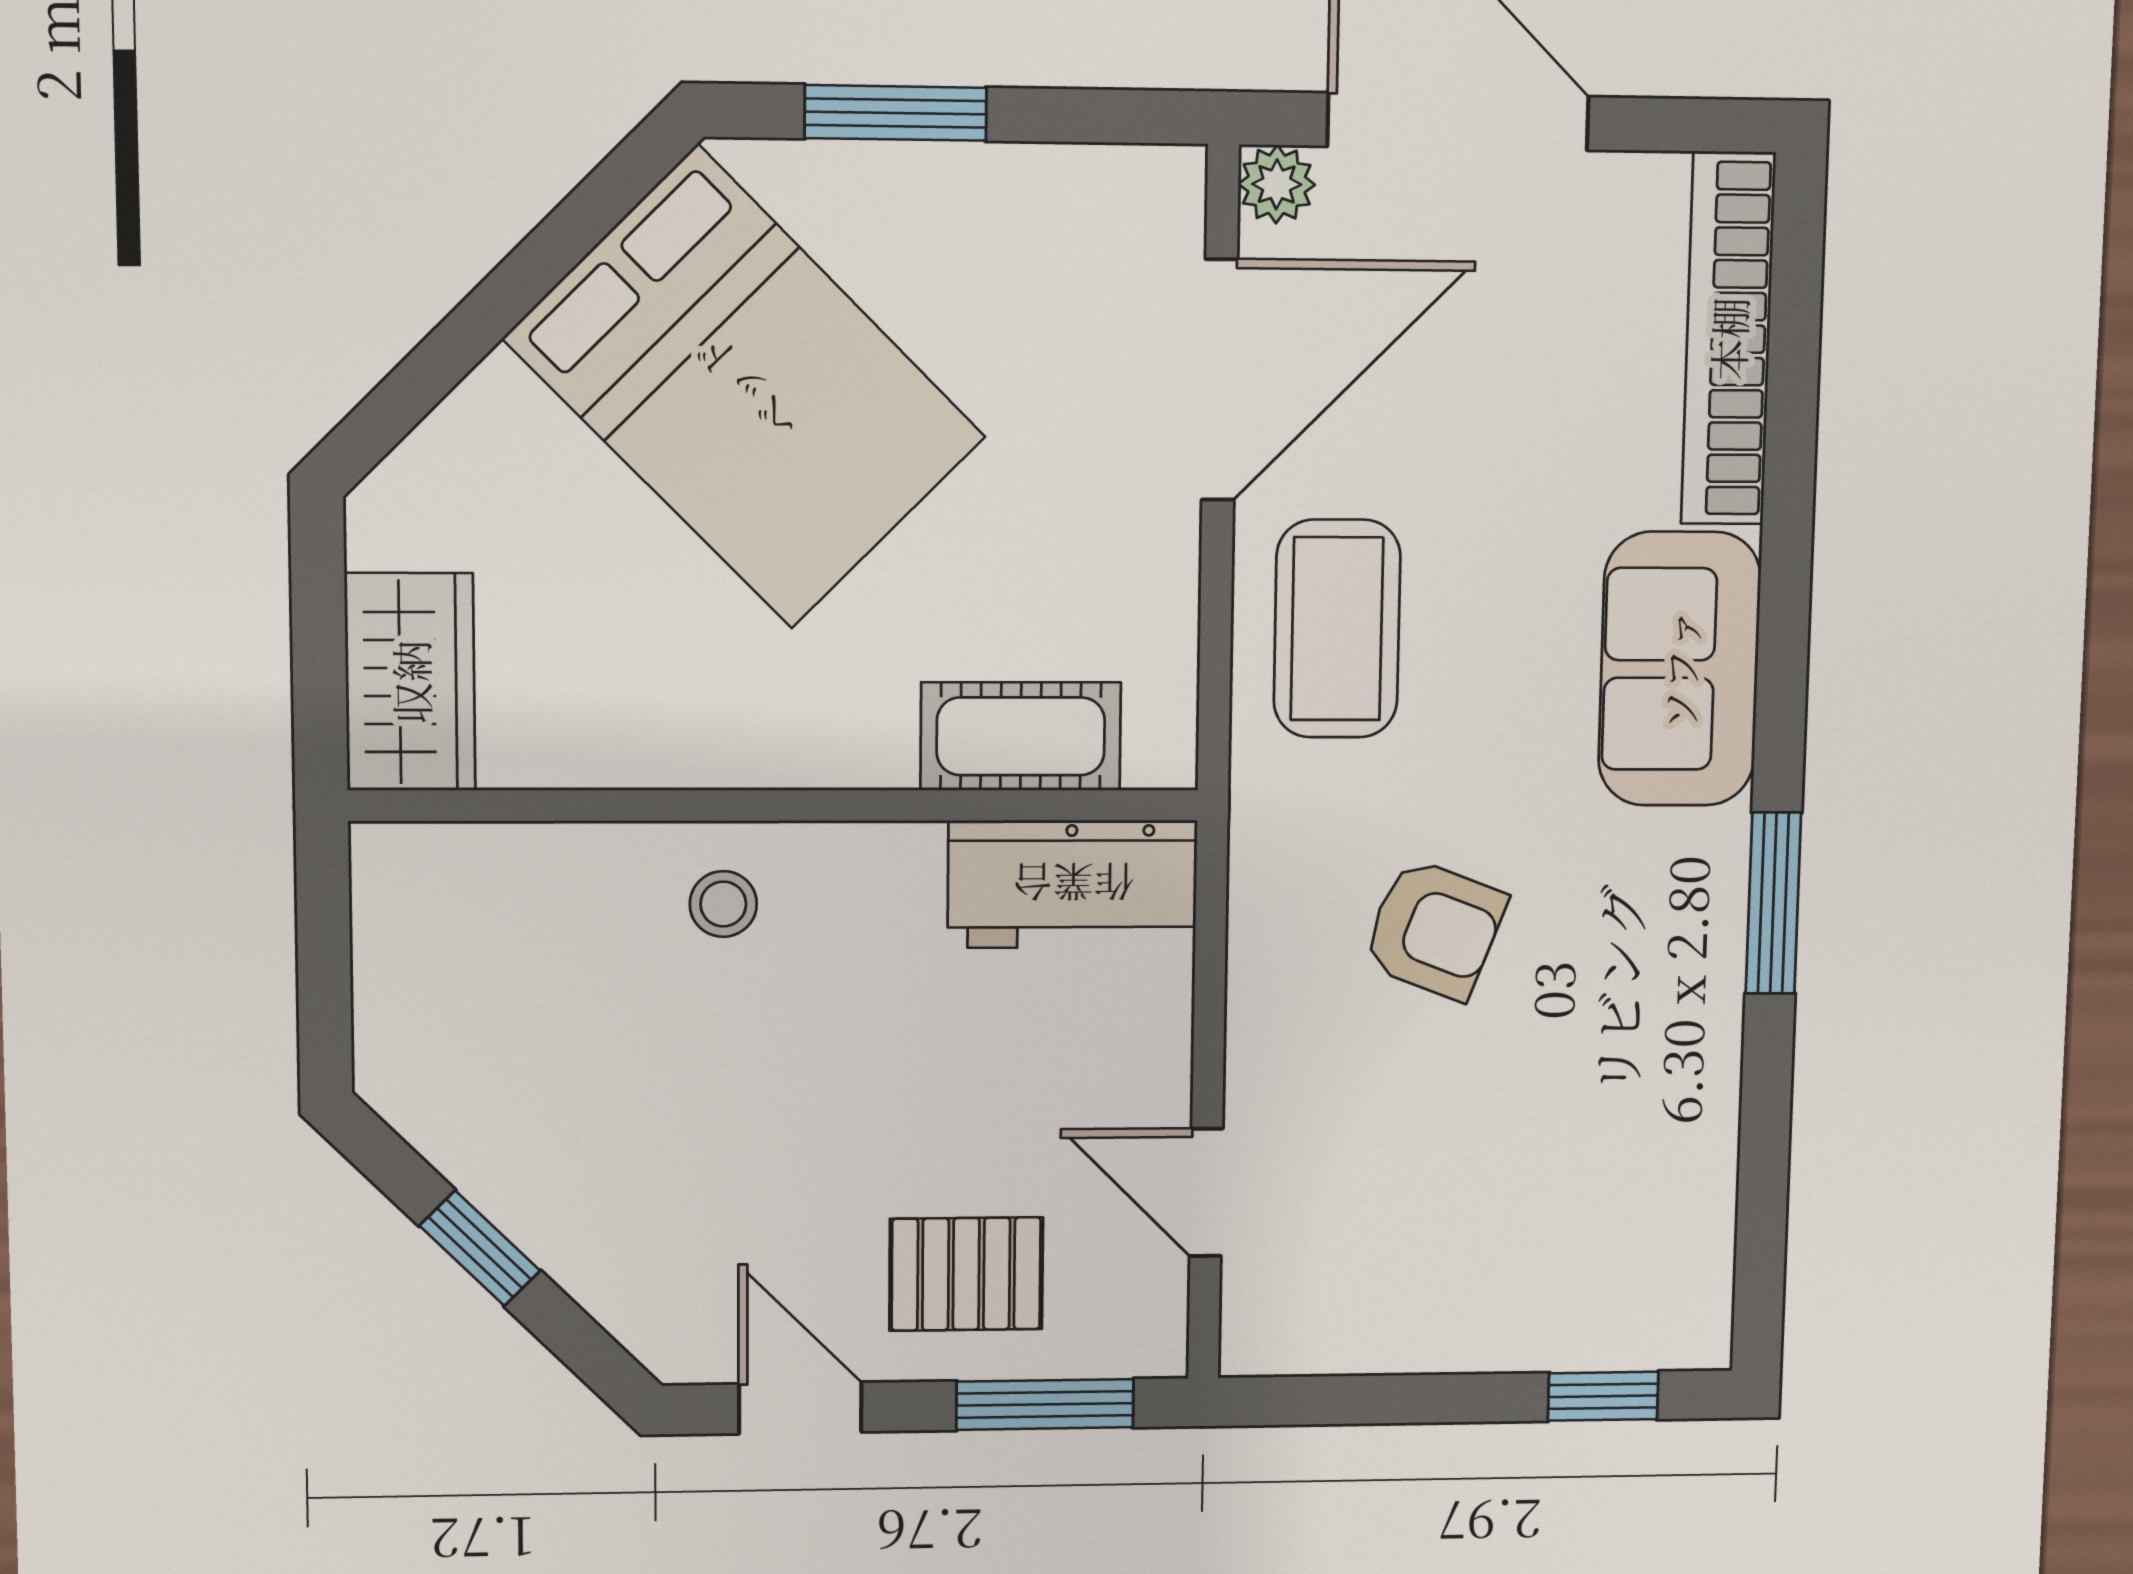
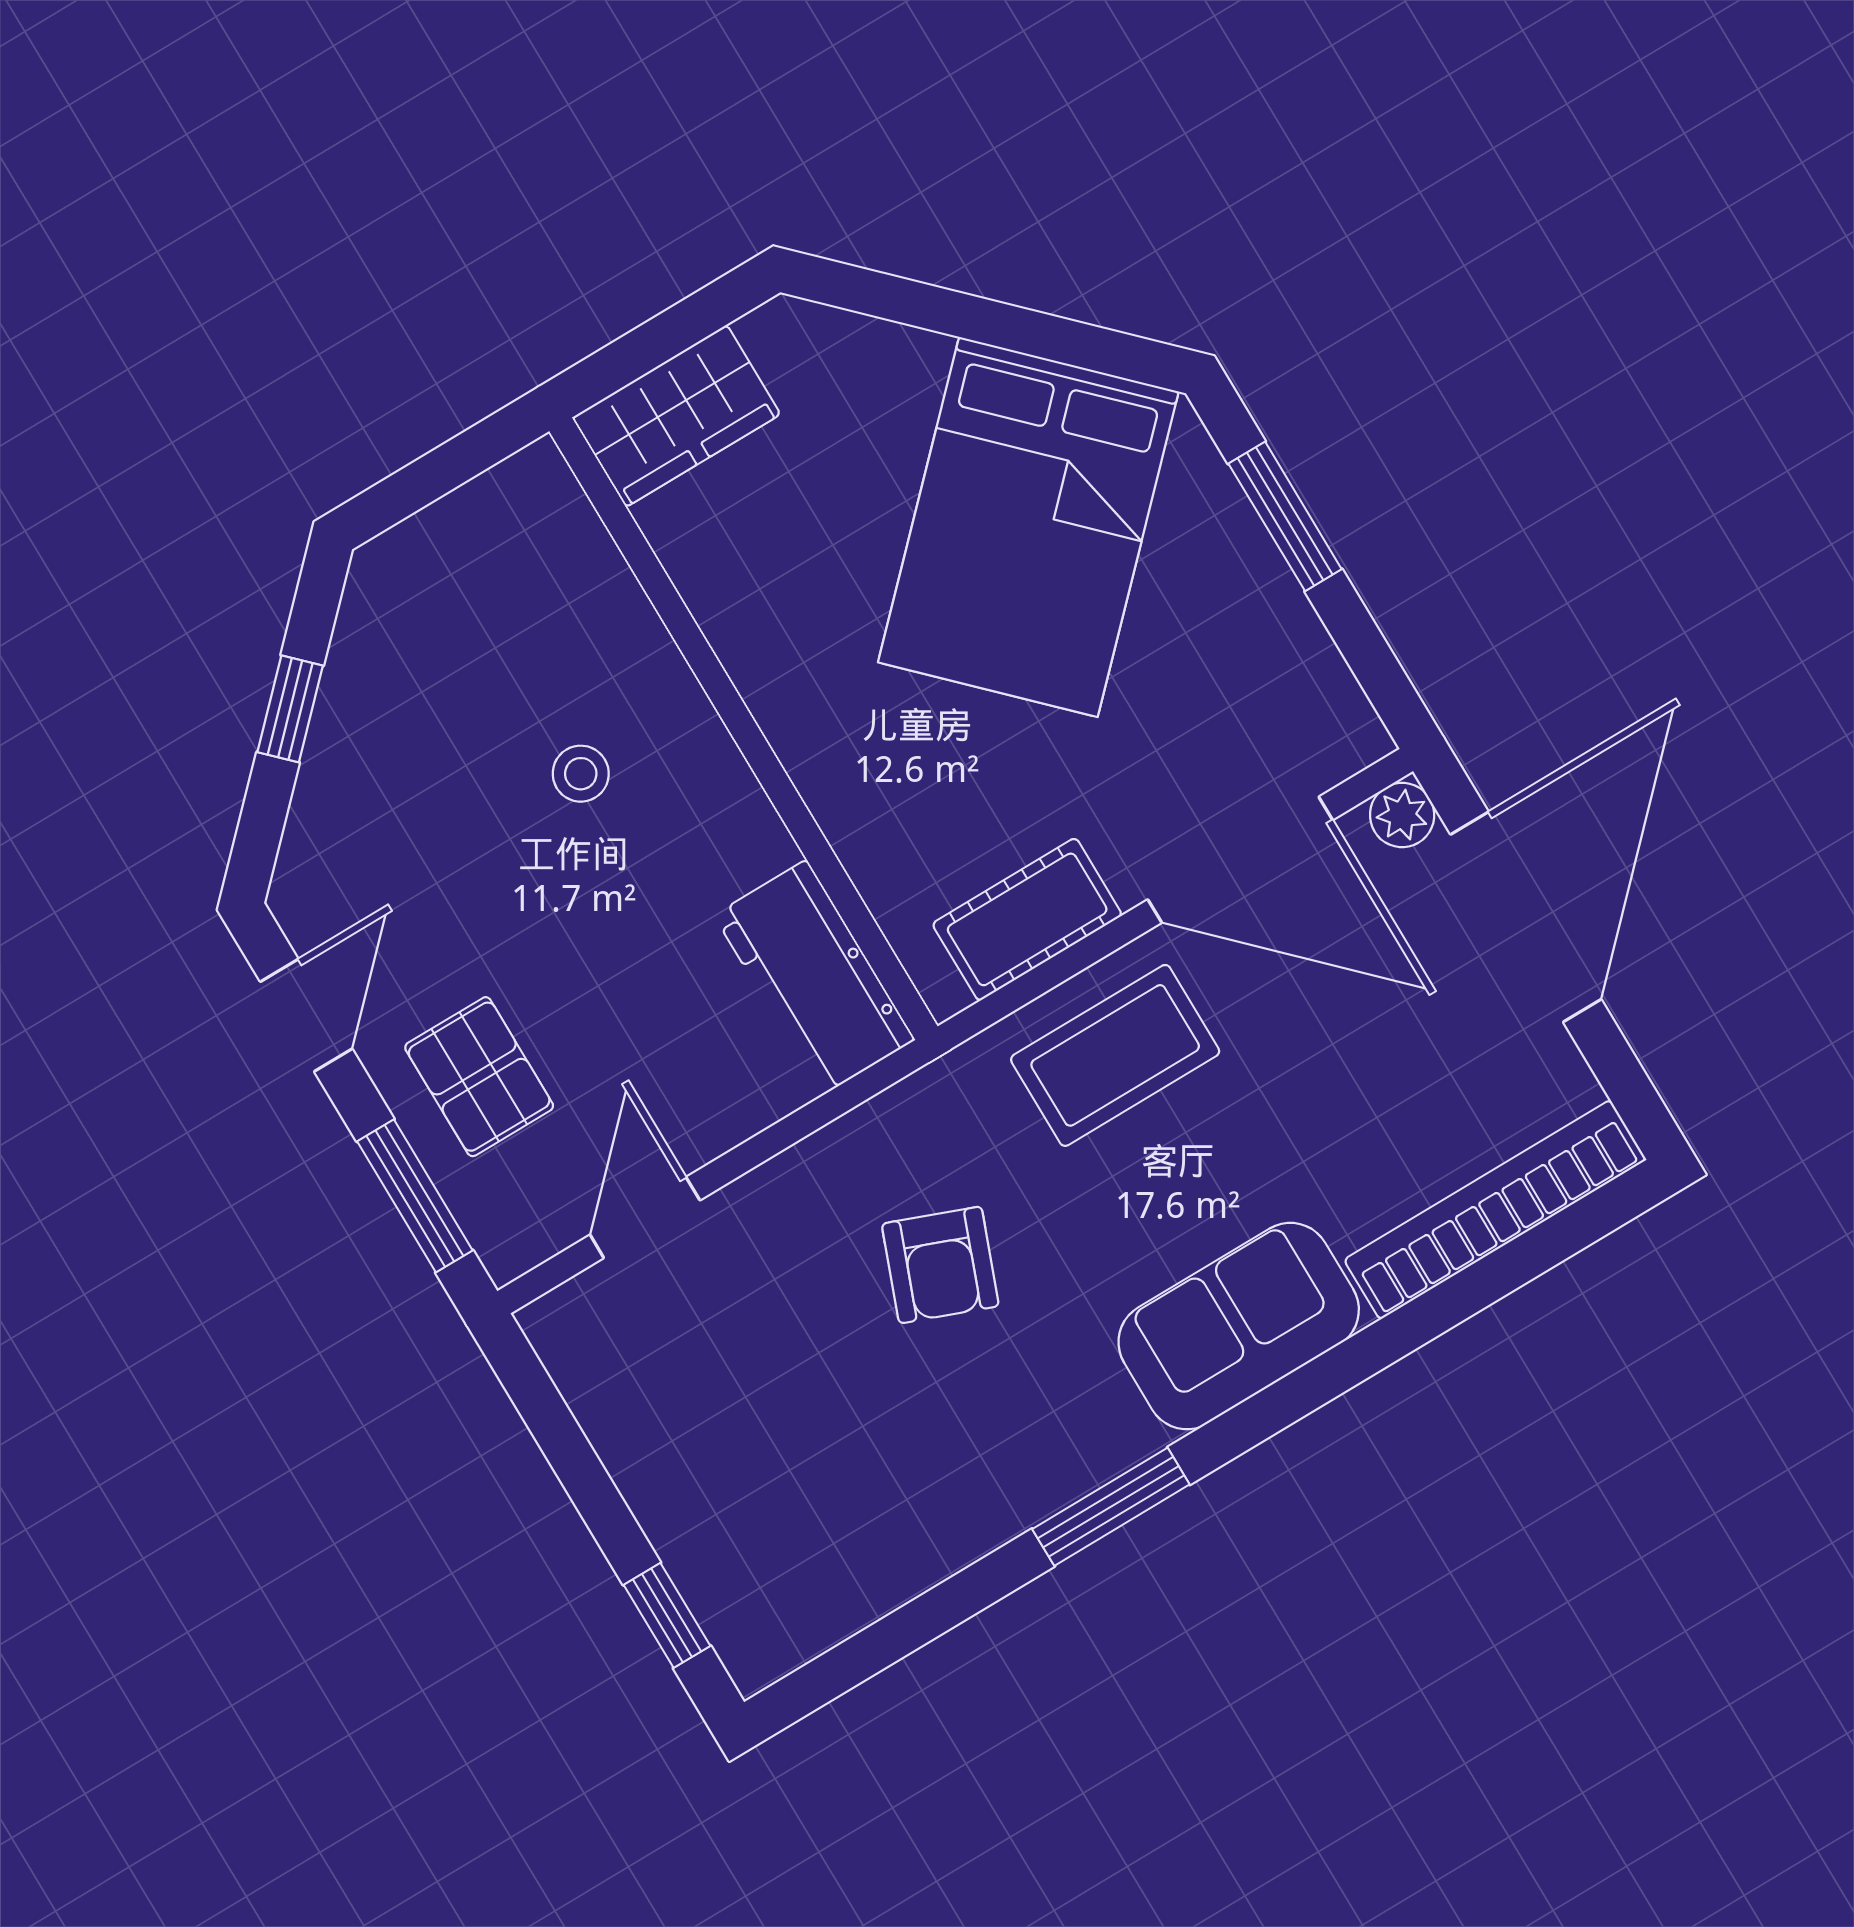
cot: (1021, 736) -> (1027, 919), moved, turned 90
stool: (723, 904) -> (581, 774), moved

